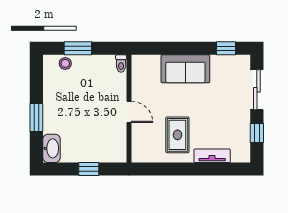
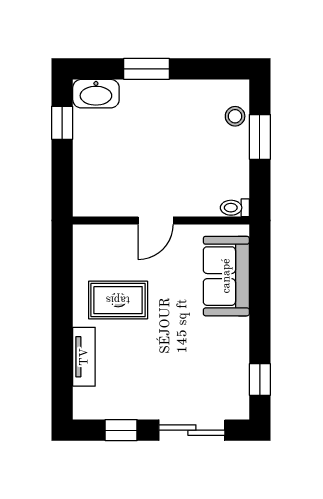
sofa: (185, 69) -> (226, 276), moved
window: (89, 169) -> (62, 123), moved

